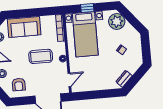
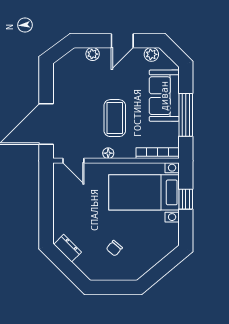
window: (35, 12) -> (186, 115), added
plant: (117, 21) -> (160, 244), removed
armchair: (19, 85) -> (73, 79), removed

